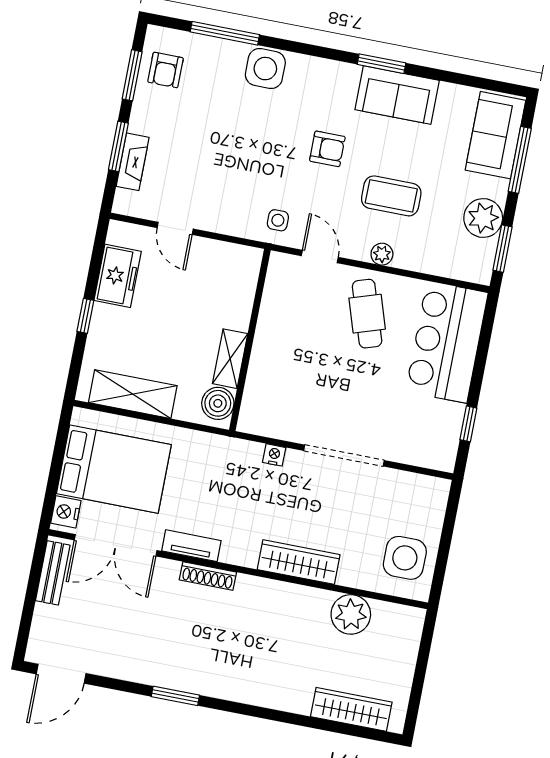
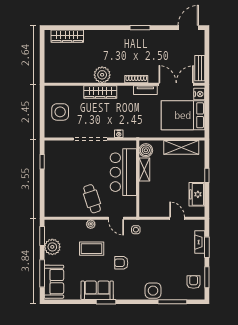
bar counter: (447, 342) -> (123, 172), moved, turned 180
side table: (405, 558) -> (60, 112), moved
plant: (351, 614) -> (102, 75), moved

